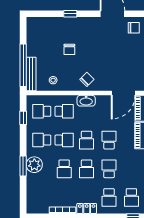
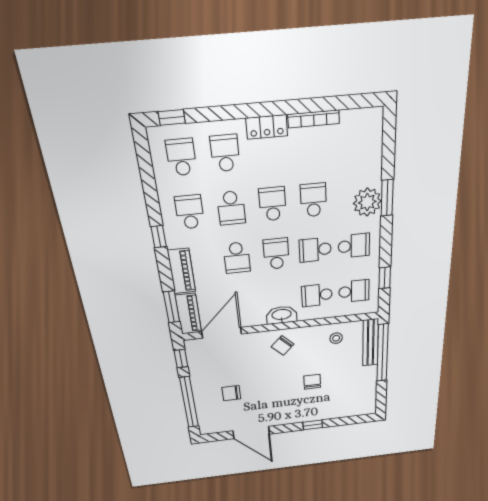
chair: (134, 28) -> (231, 393), moved
school desk: (131, 169) -> (190, 212), added

